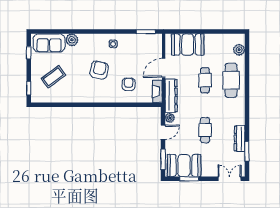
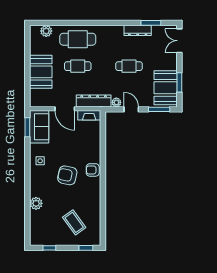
sofa: (49, 43) -> (39, 127), moved
booth: (188, 45) -> (41, 72), moved
armchair: (129, 84) -> (93, 170), moved

